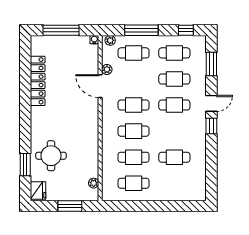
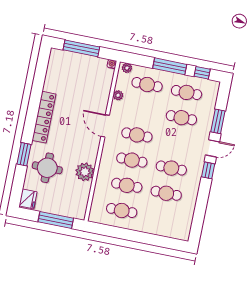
window: (141, 30) -> (170, 66), moved
window: (211, 64) -> (218, 121), moved
locker: (38, 81) -> (44, 117), moved
door: (100, 86) -> (105, 126), moved
cafe table: (174, 105) -> (171, 168), moved
window: (25, 165) -> (24, 154), moved
plant: (94, 183) -> (85, 172), moved, width x1.88, depth x1.88
window: (70, 206) -> (56, 220), width x1.44

